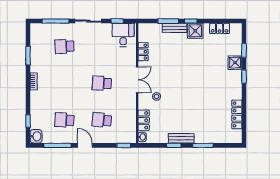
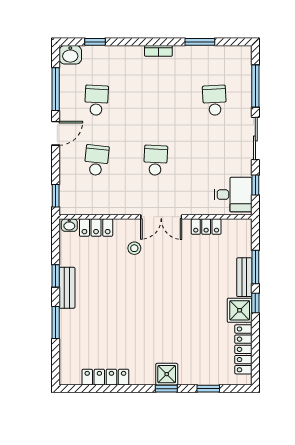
locker: (220, 28) -> (243, 349), width x1.53
shower: (235, 63) -> (167, 374), moved

